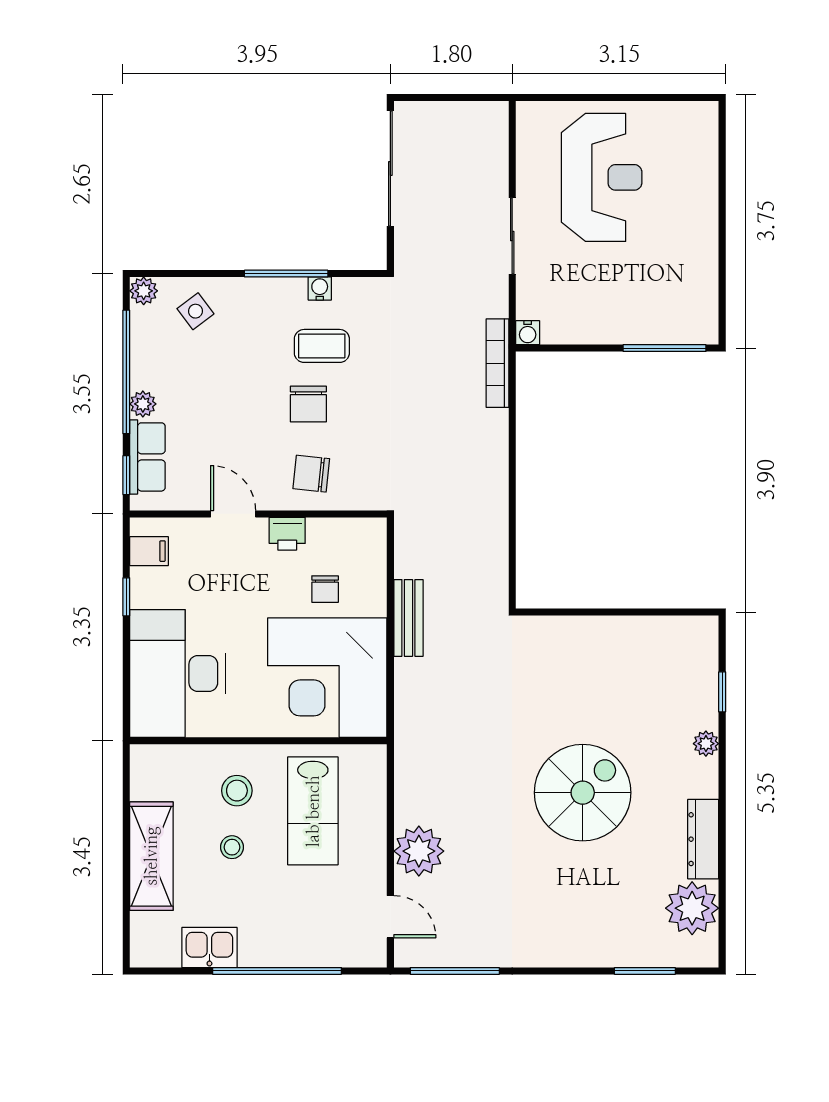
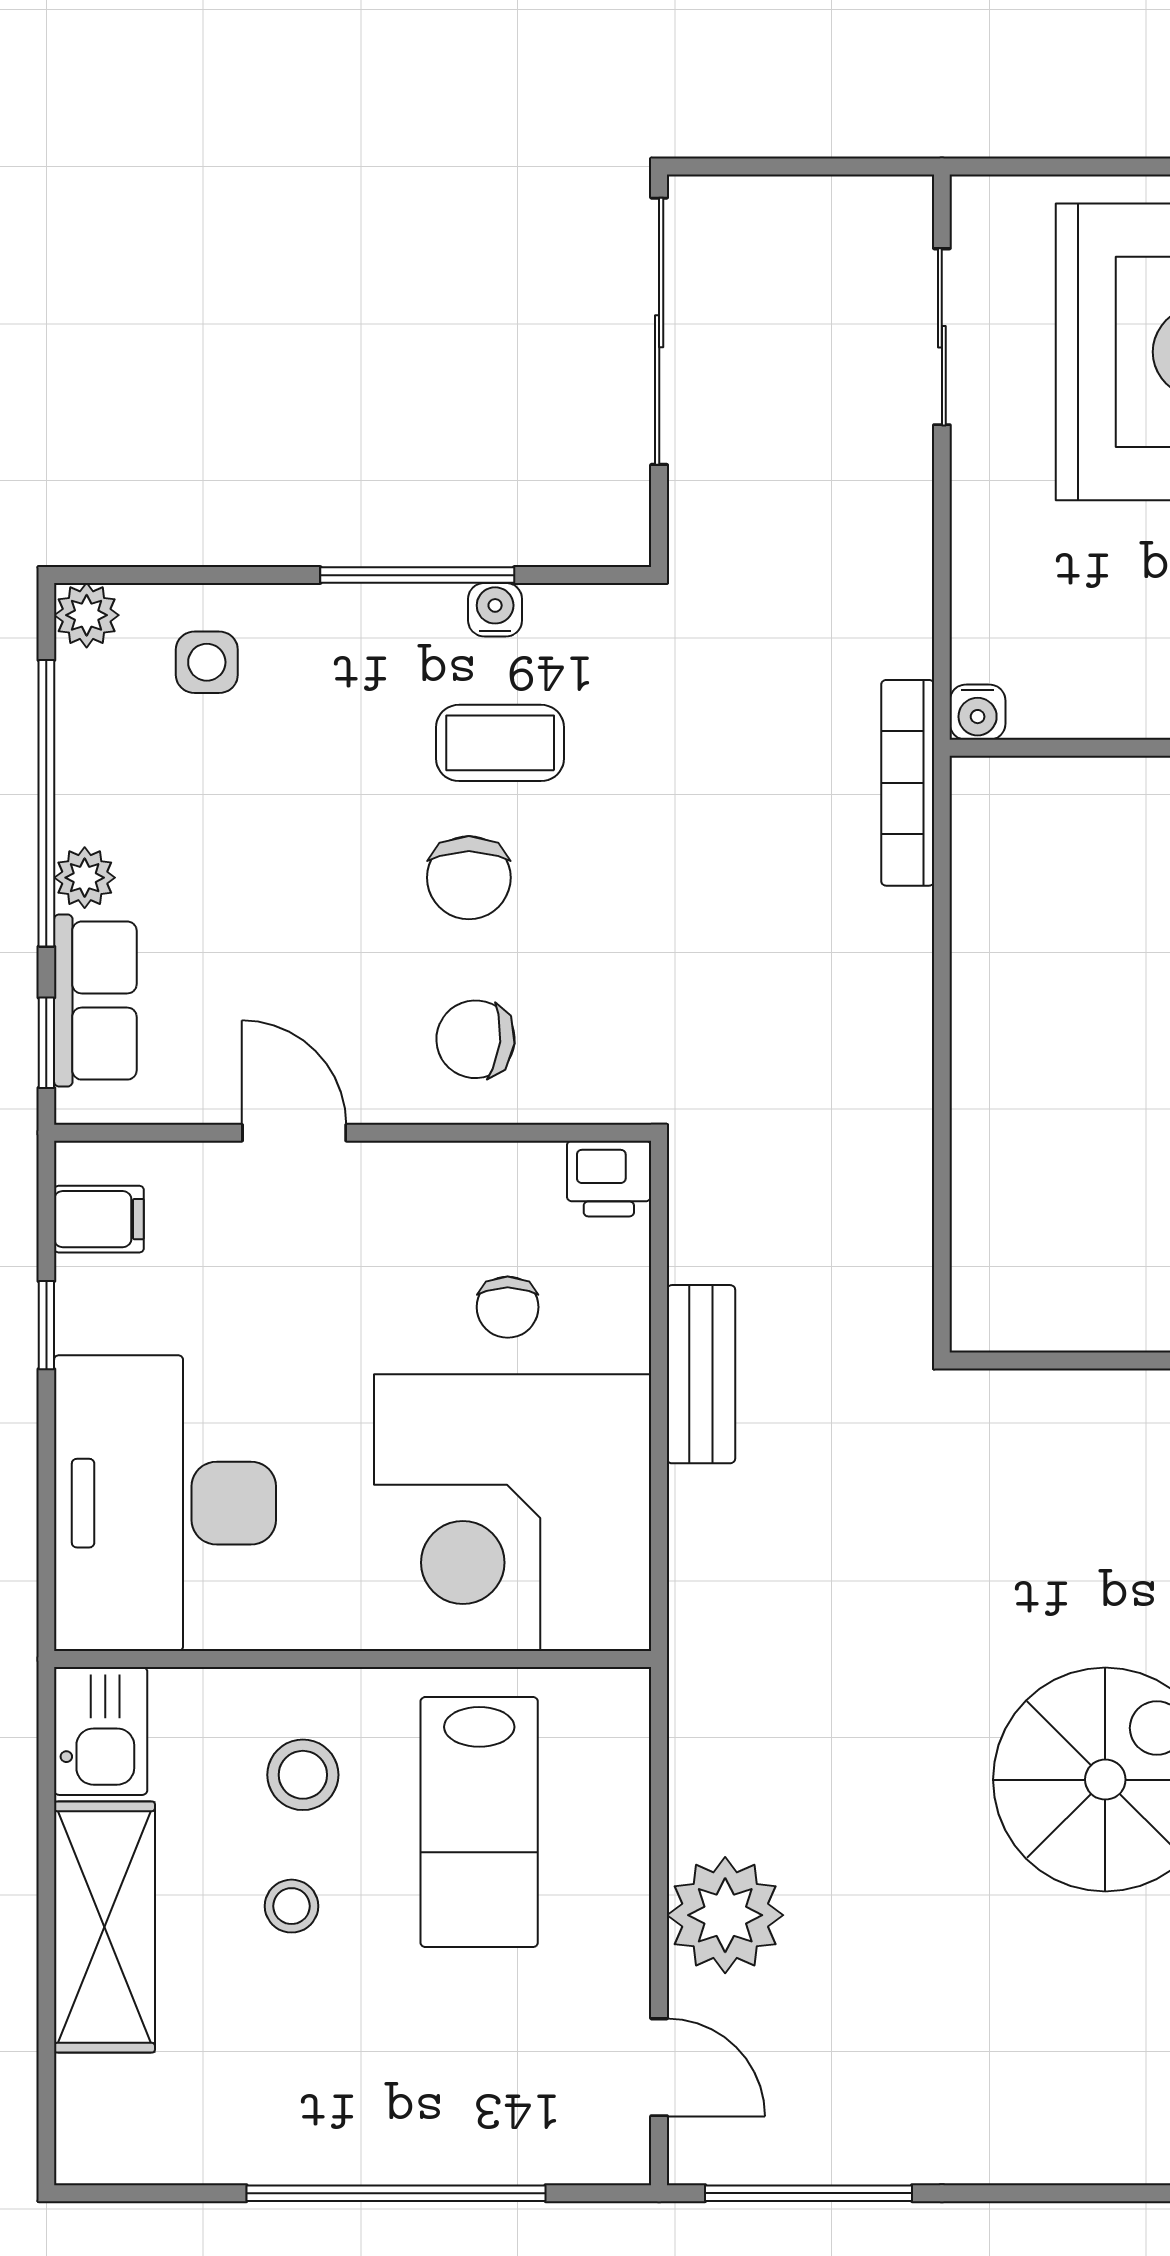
sliding door: (512, 236) -> (942, 337), moved
side table: (195, 311) -> (207, 662), turned 37
printer: (287, 534) -> (609, 1179), moved
kitchen sink: (209, 948) -> (101, 1731), moved, turned 90

